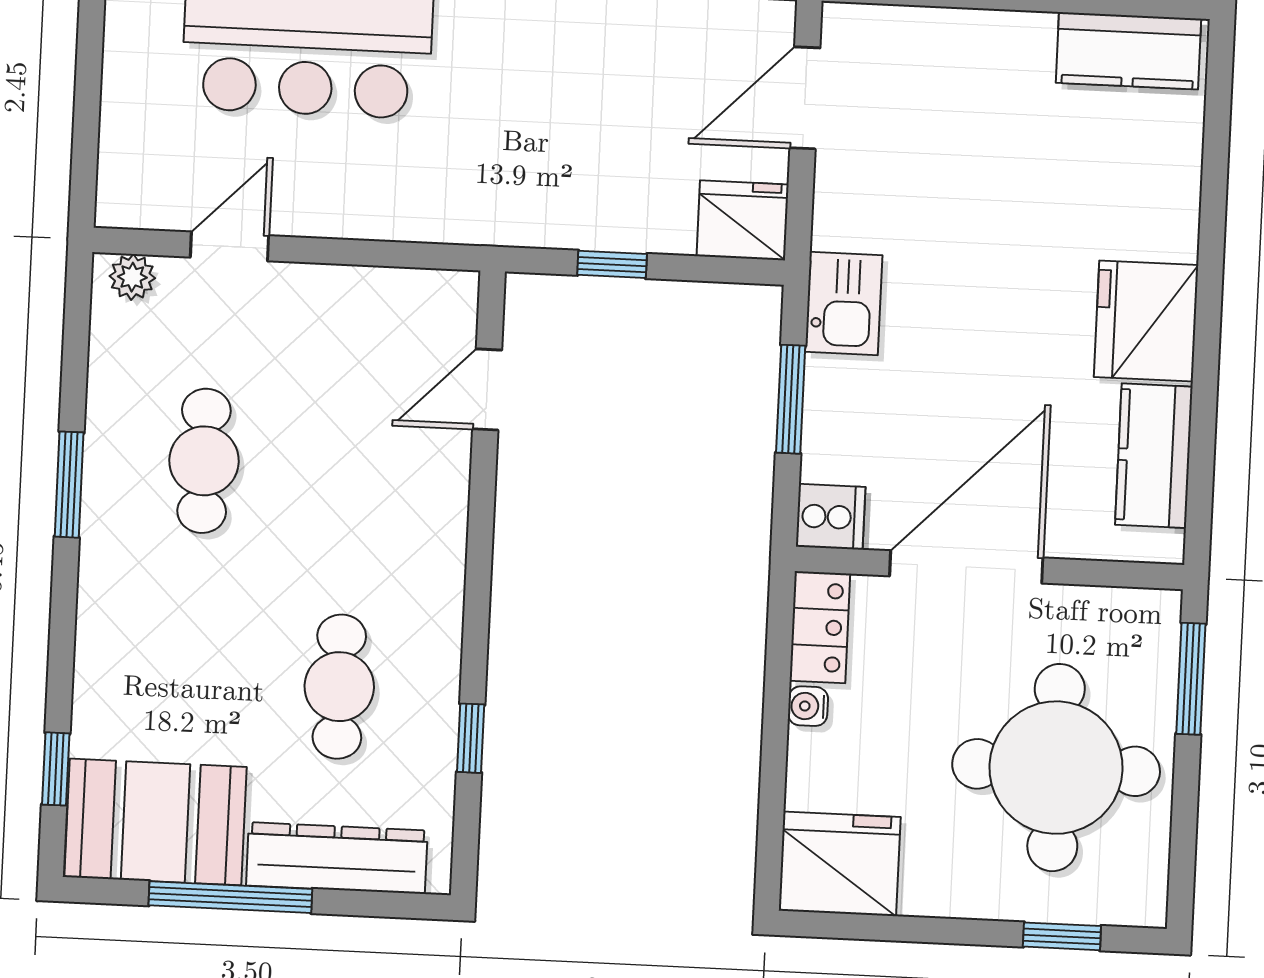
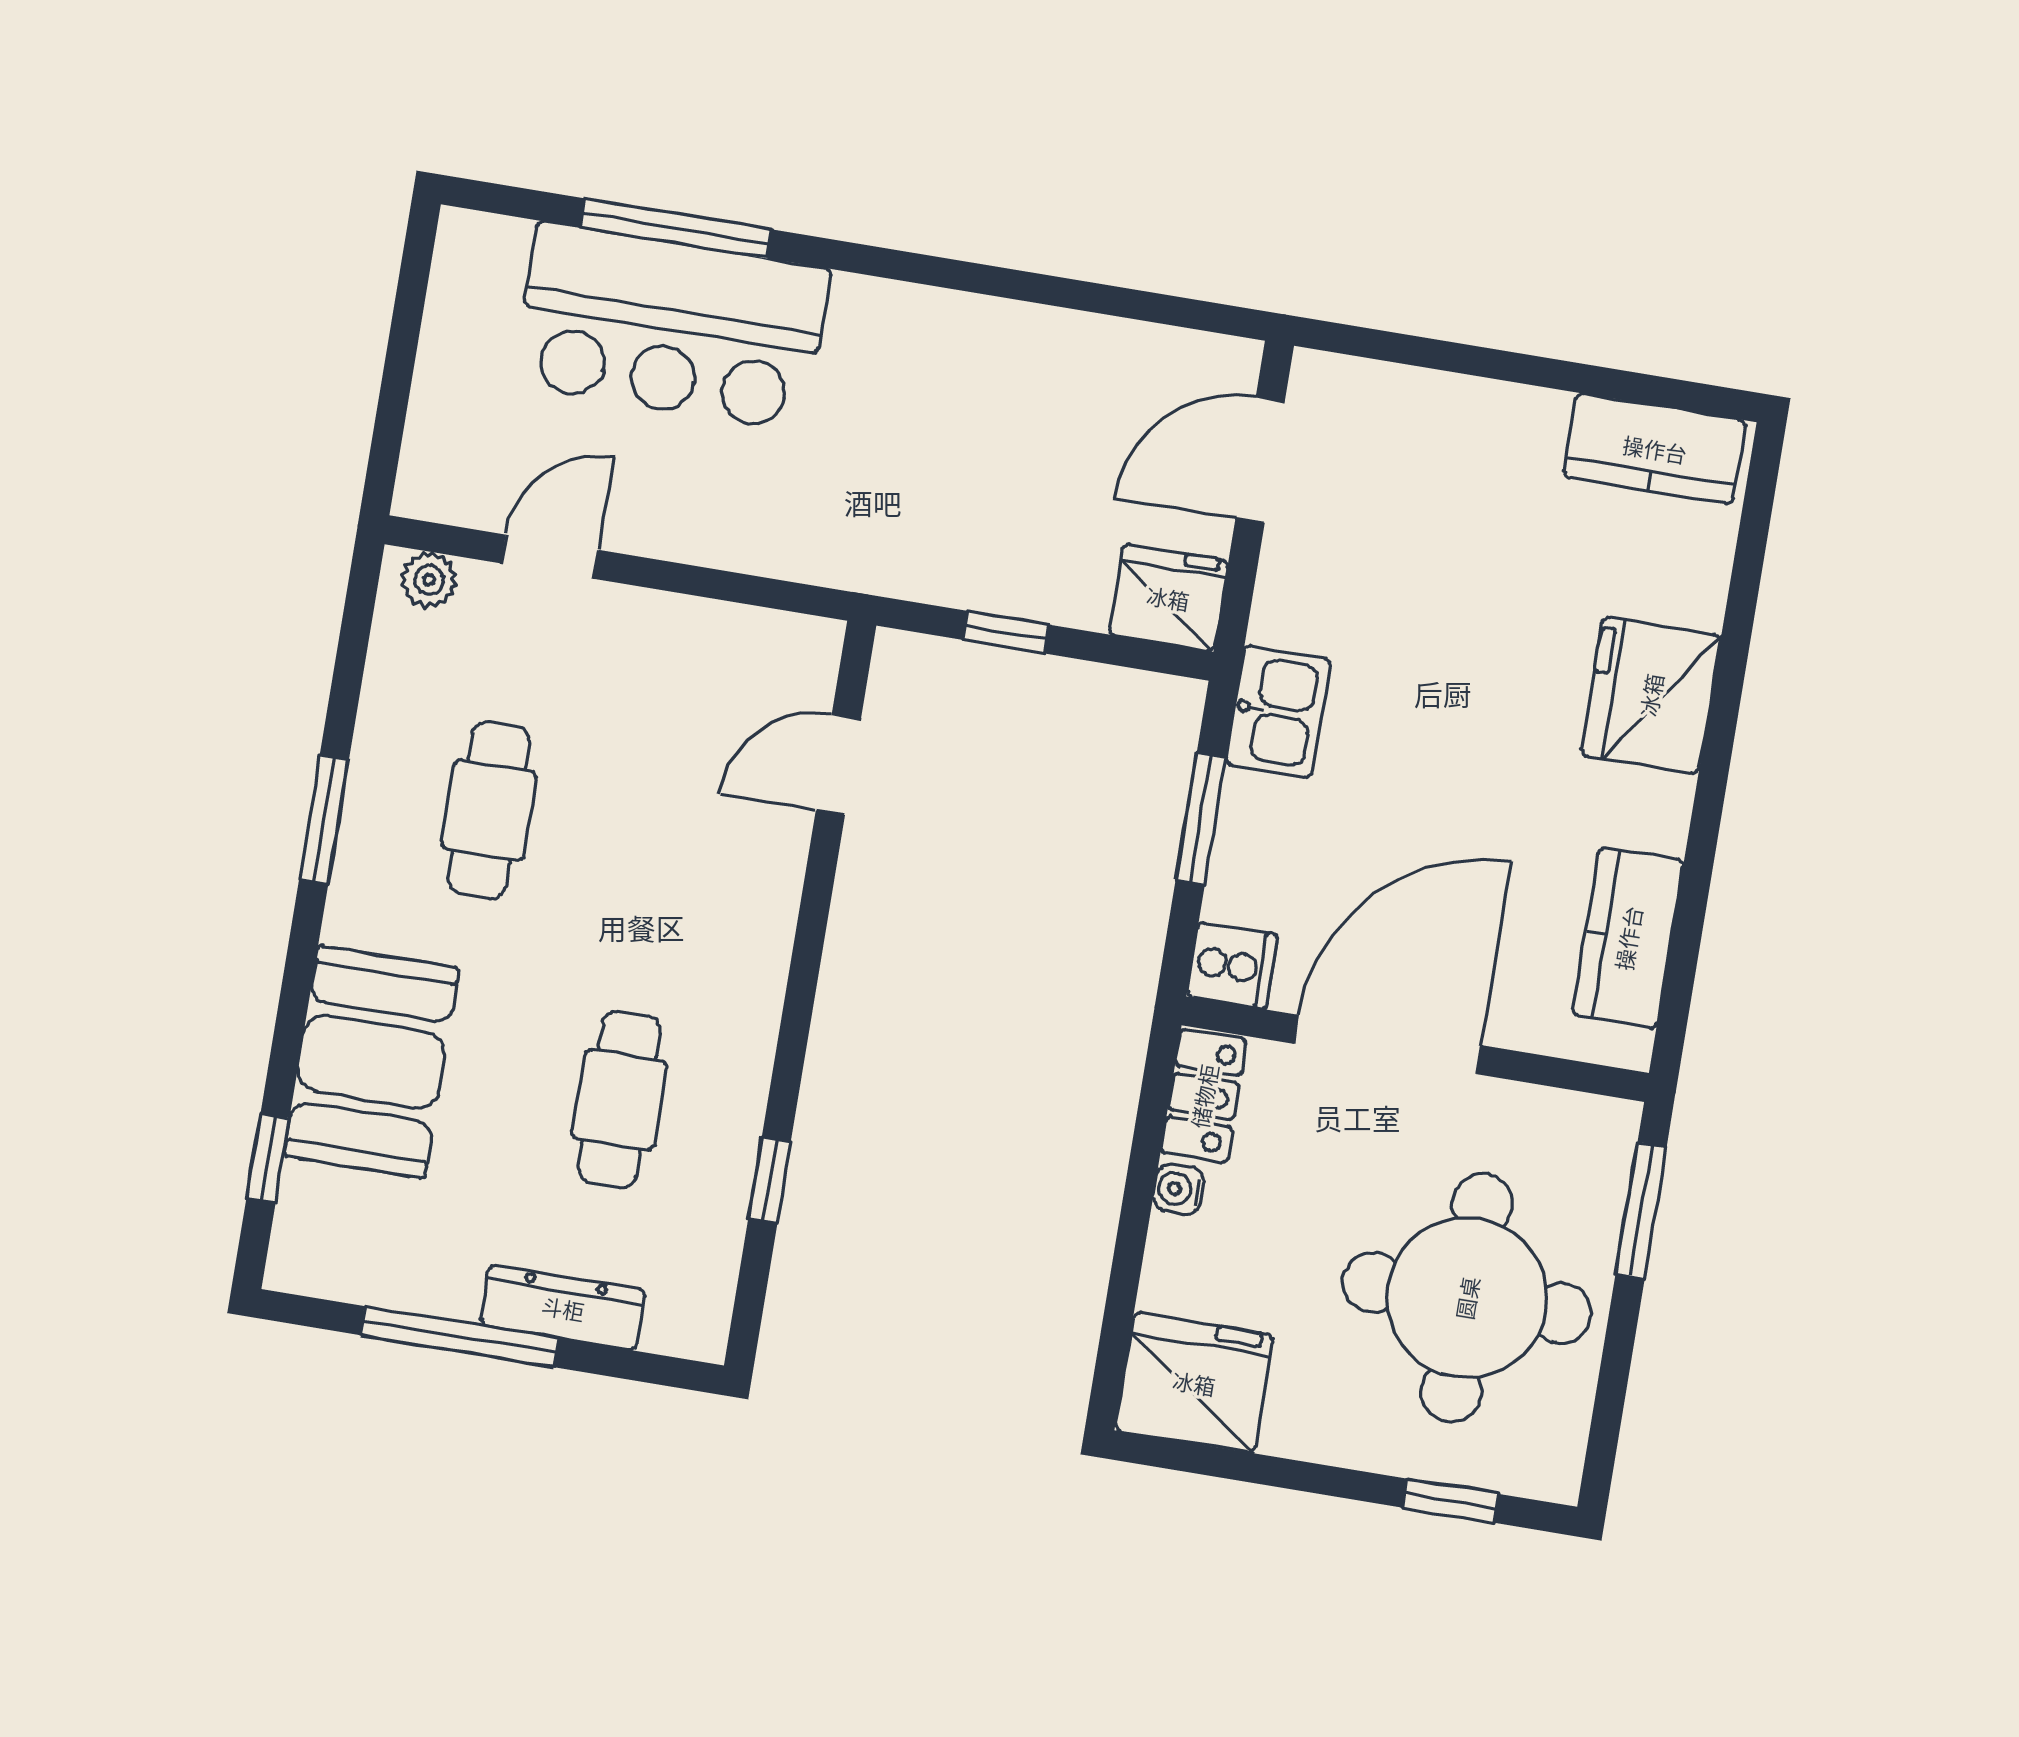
fridge: (1146, 321) -> (1651, 695), moved
booth: (156, 822) -> (371, 1062), moved, turned 90
dresser: (337, 858) -> (563, 1308), width x0.73, depth x0.80

